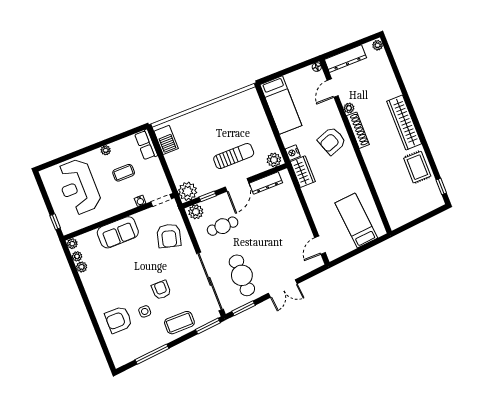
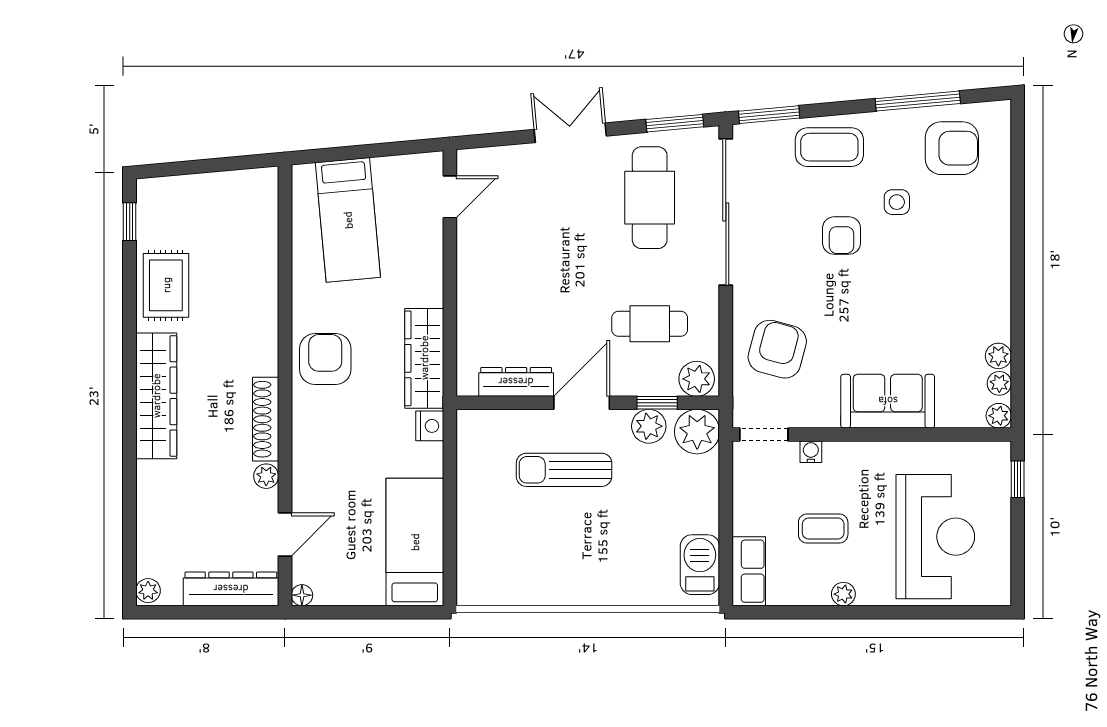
armchair: (332, 141) -> (325, 359), moved, turned -70
plant: (274, 160) -> (649, 426), moved
wardrobe: (303, 172) -> (424, 358), width x1.50
armchair: (119, 320) -> (952, 148), moved

